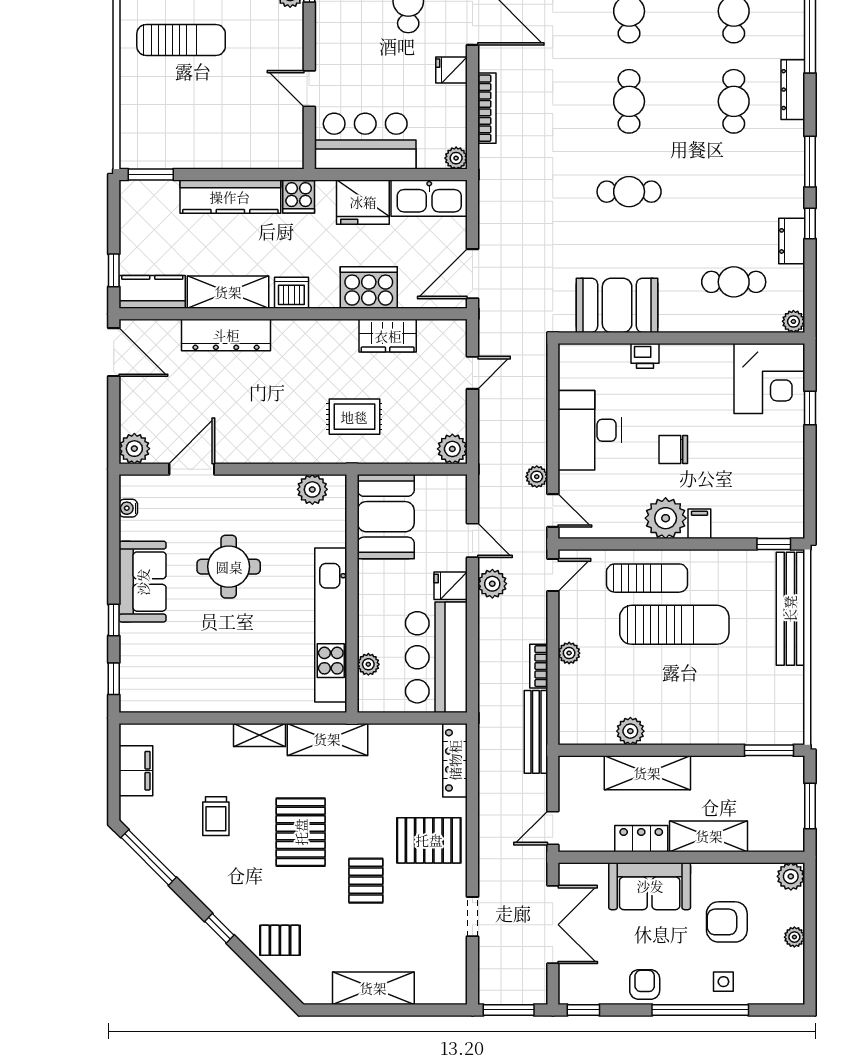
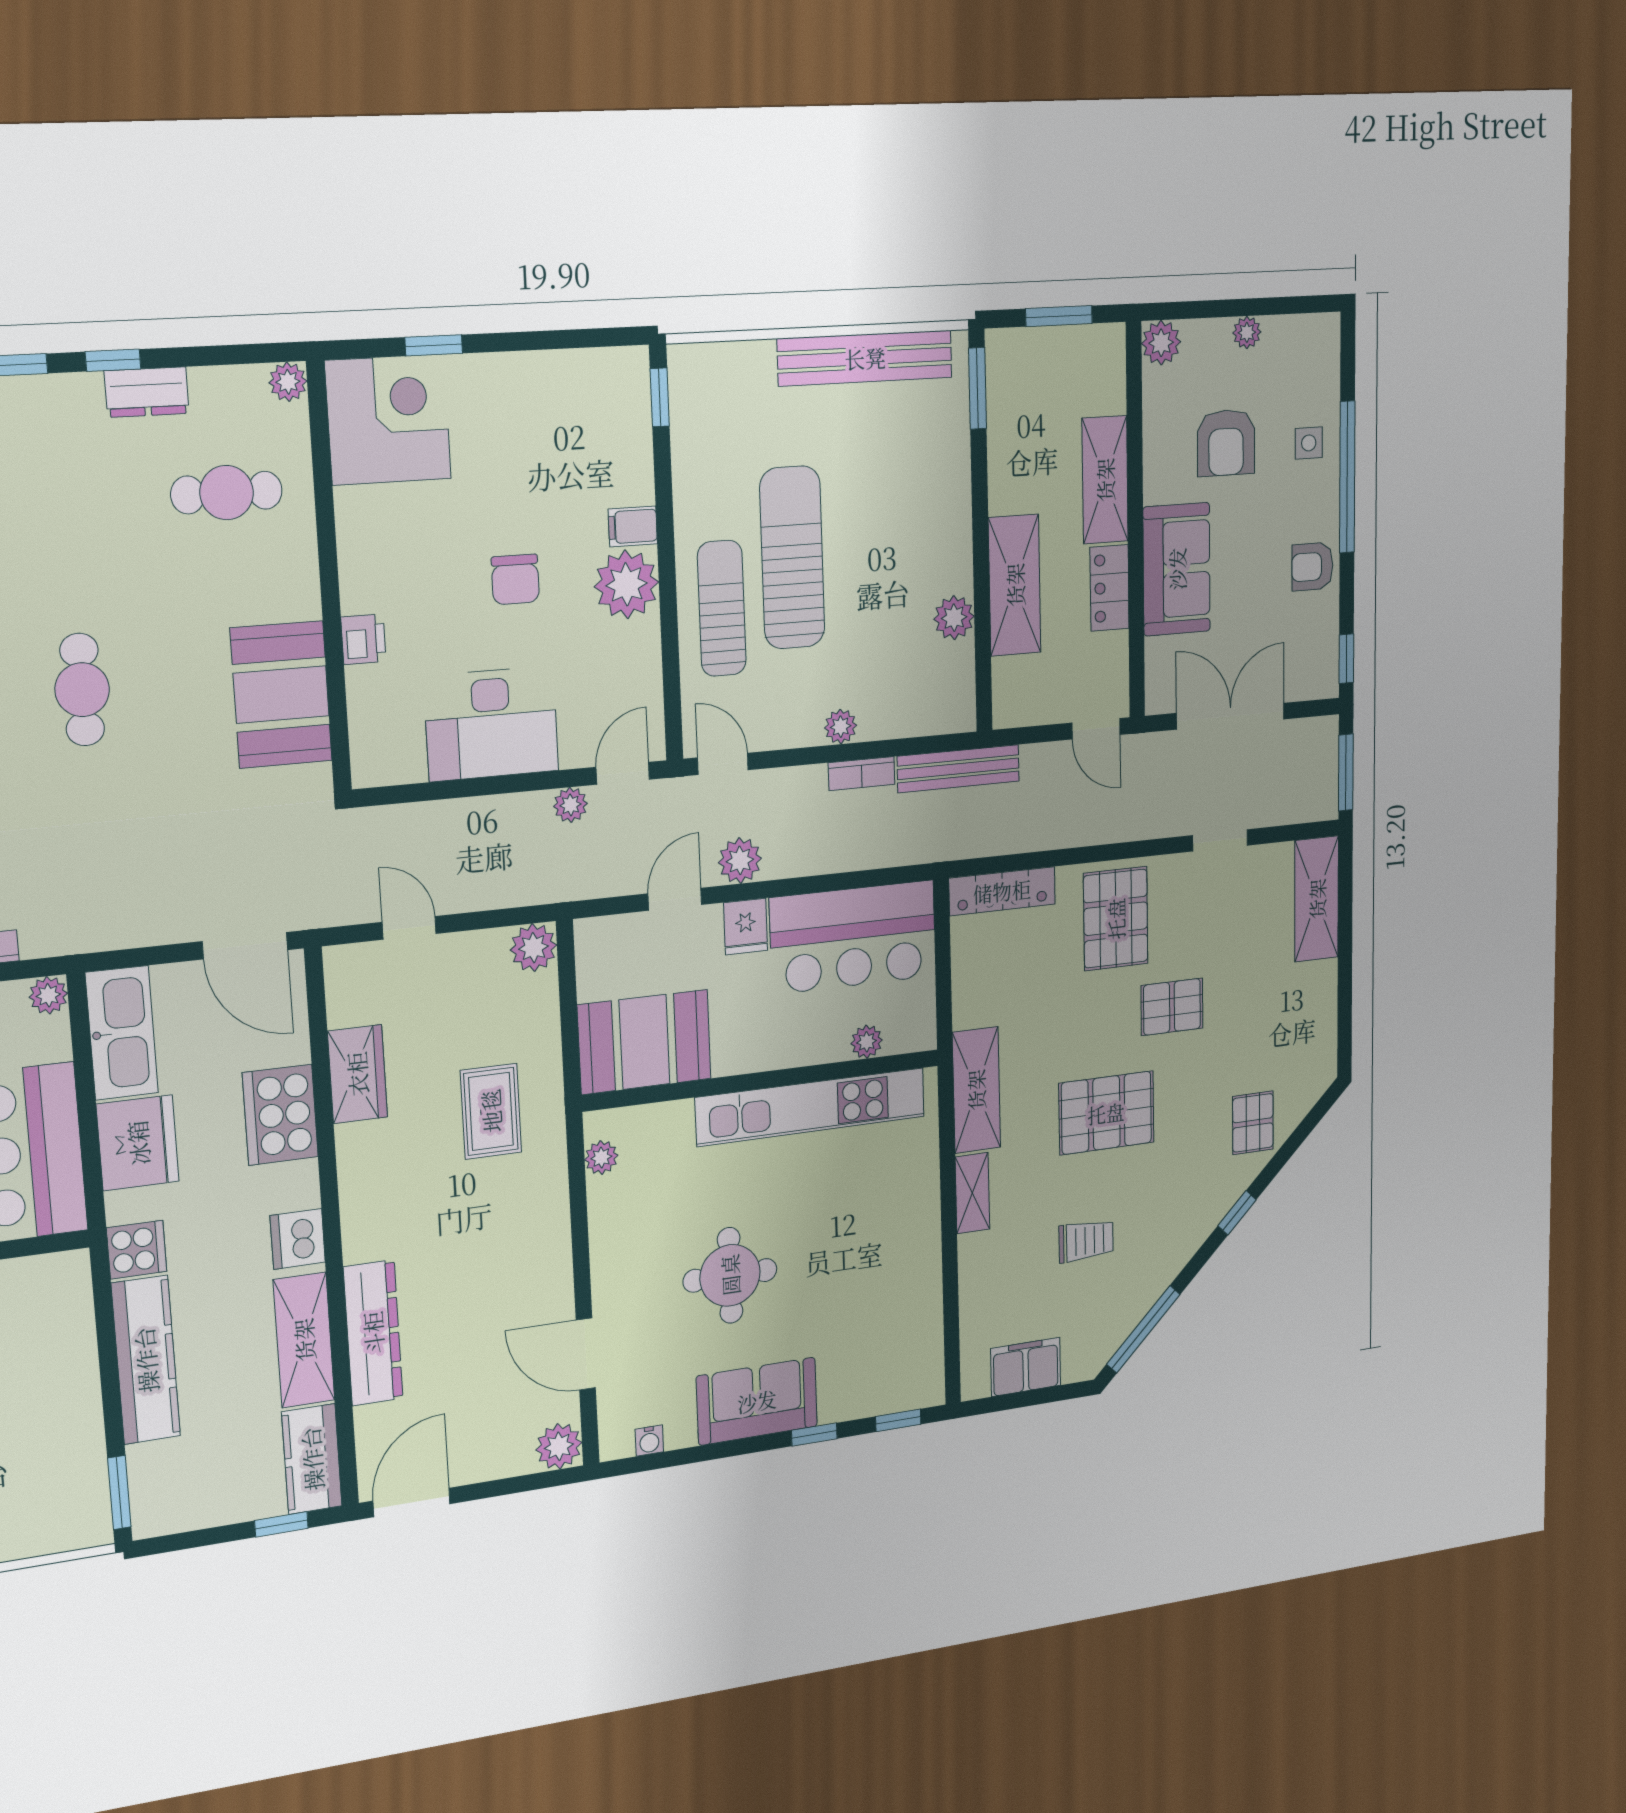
cafe table: (734, 282) -> (227, 493), turned 90
plant: (312, 489) -> (601, 1157), width x0.73, depth x0.73
bench: (790, 609) -> (865, 358), moved
shelving: (373, 988) -> (1317, 899), moved

